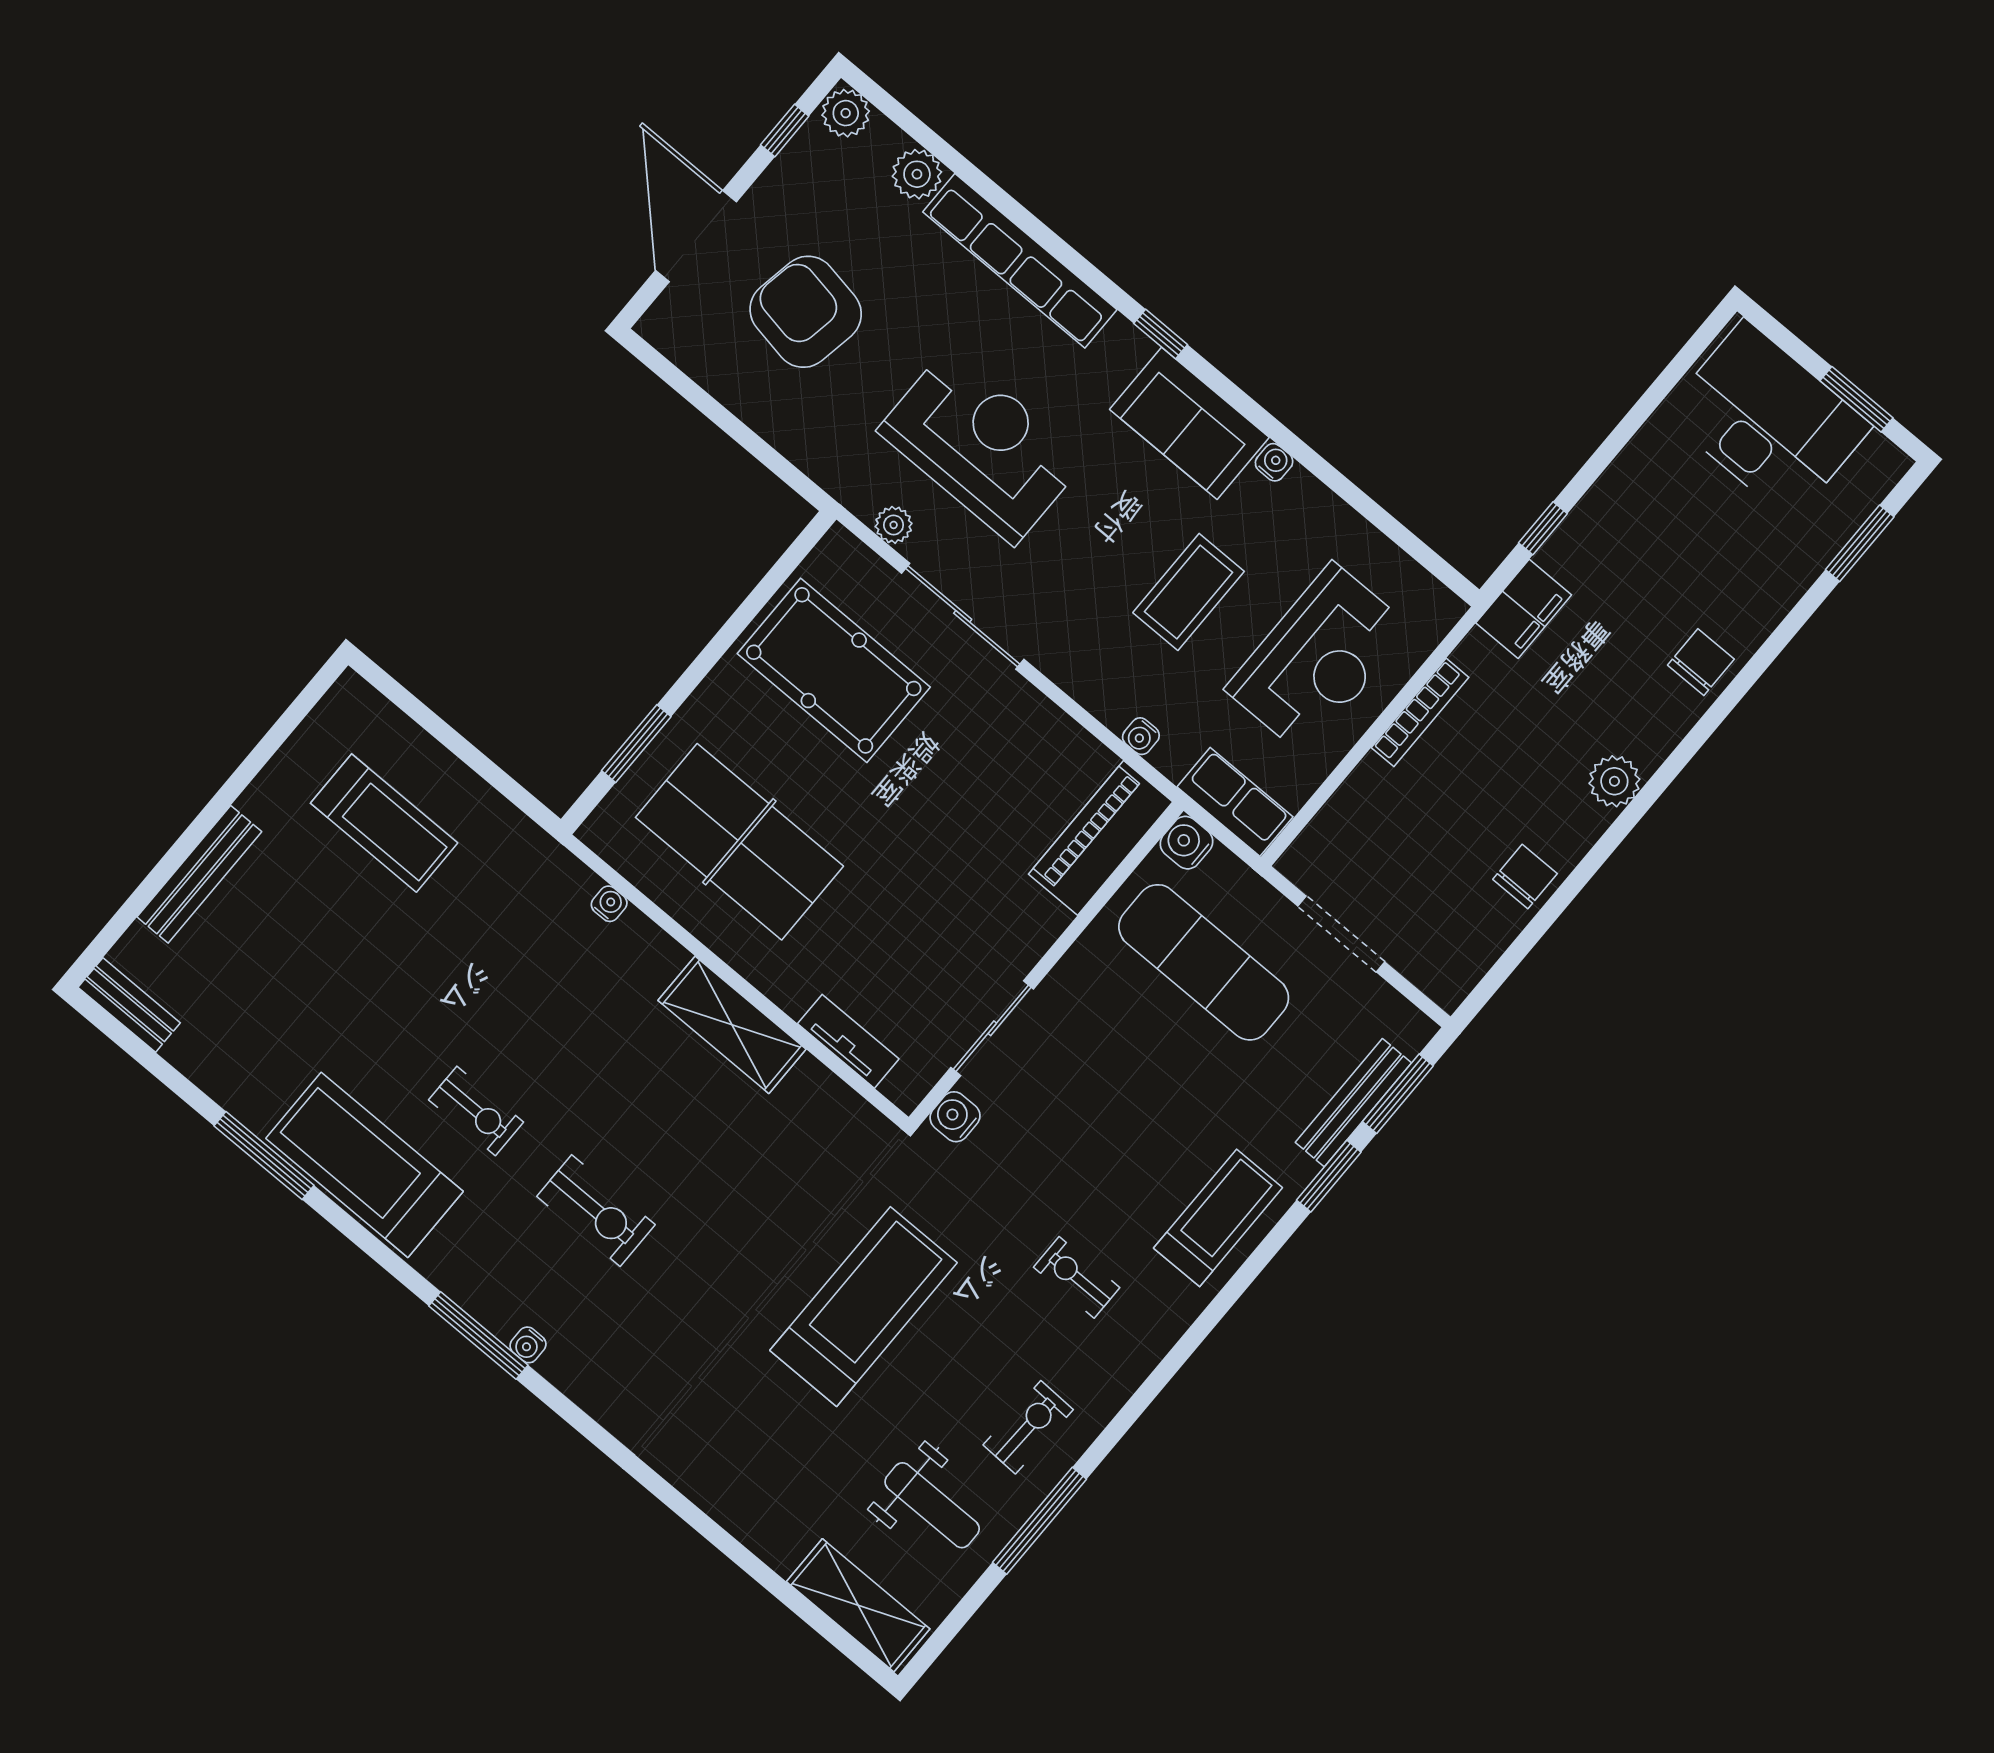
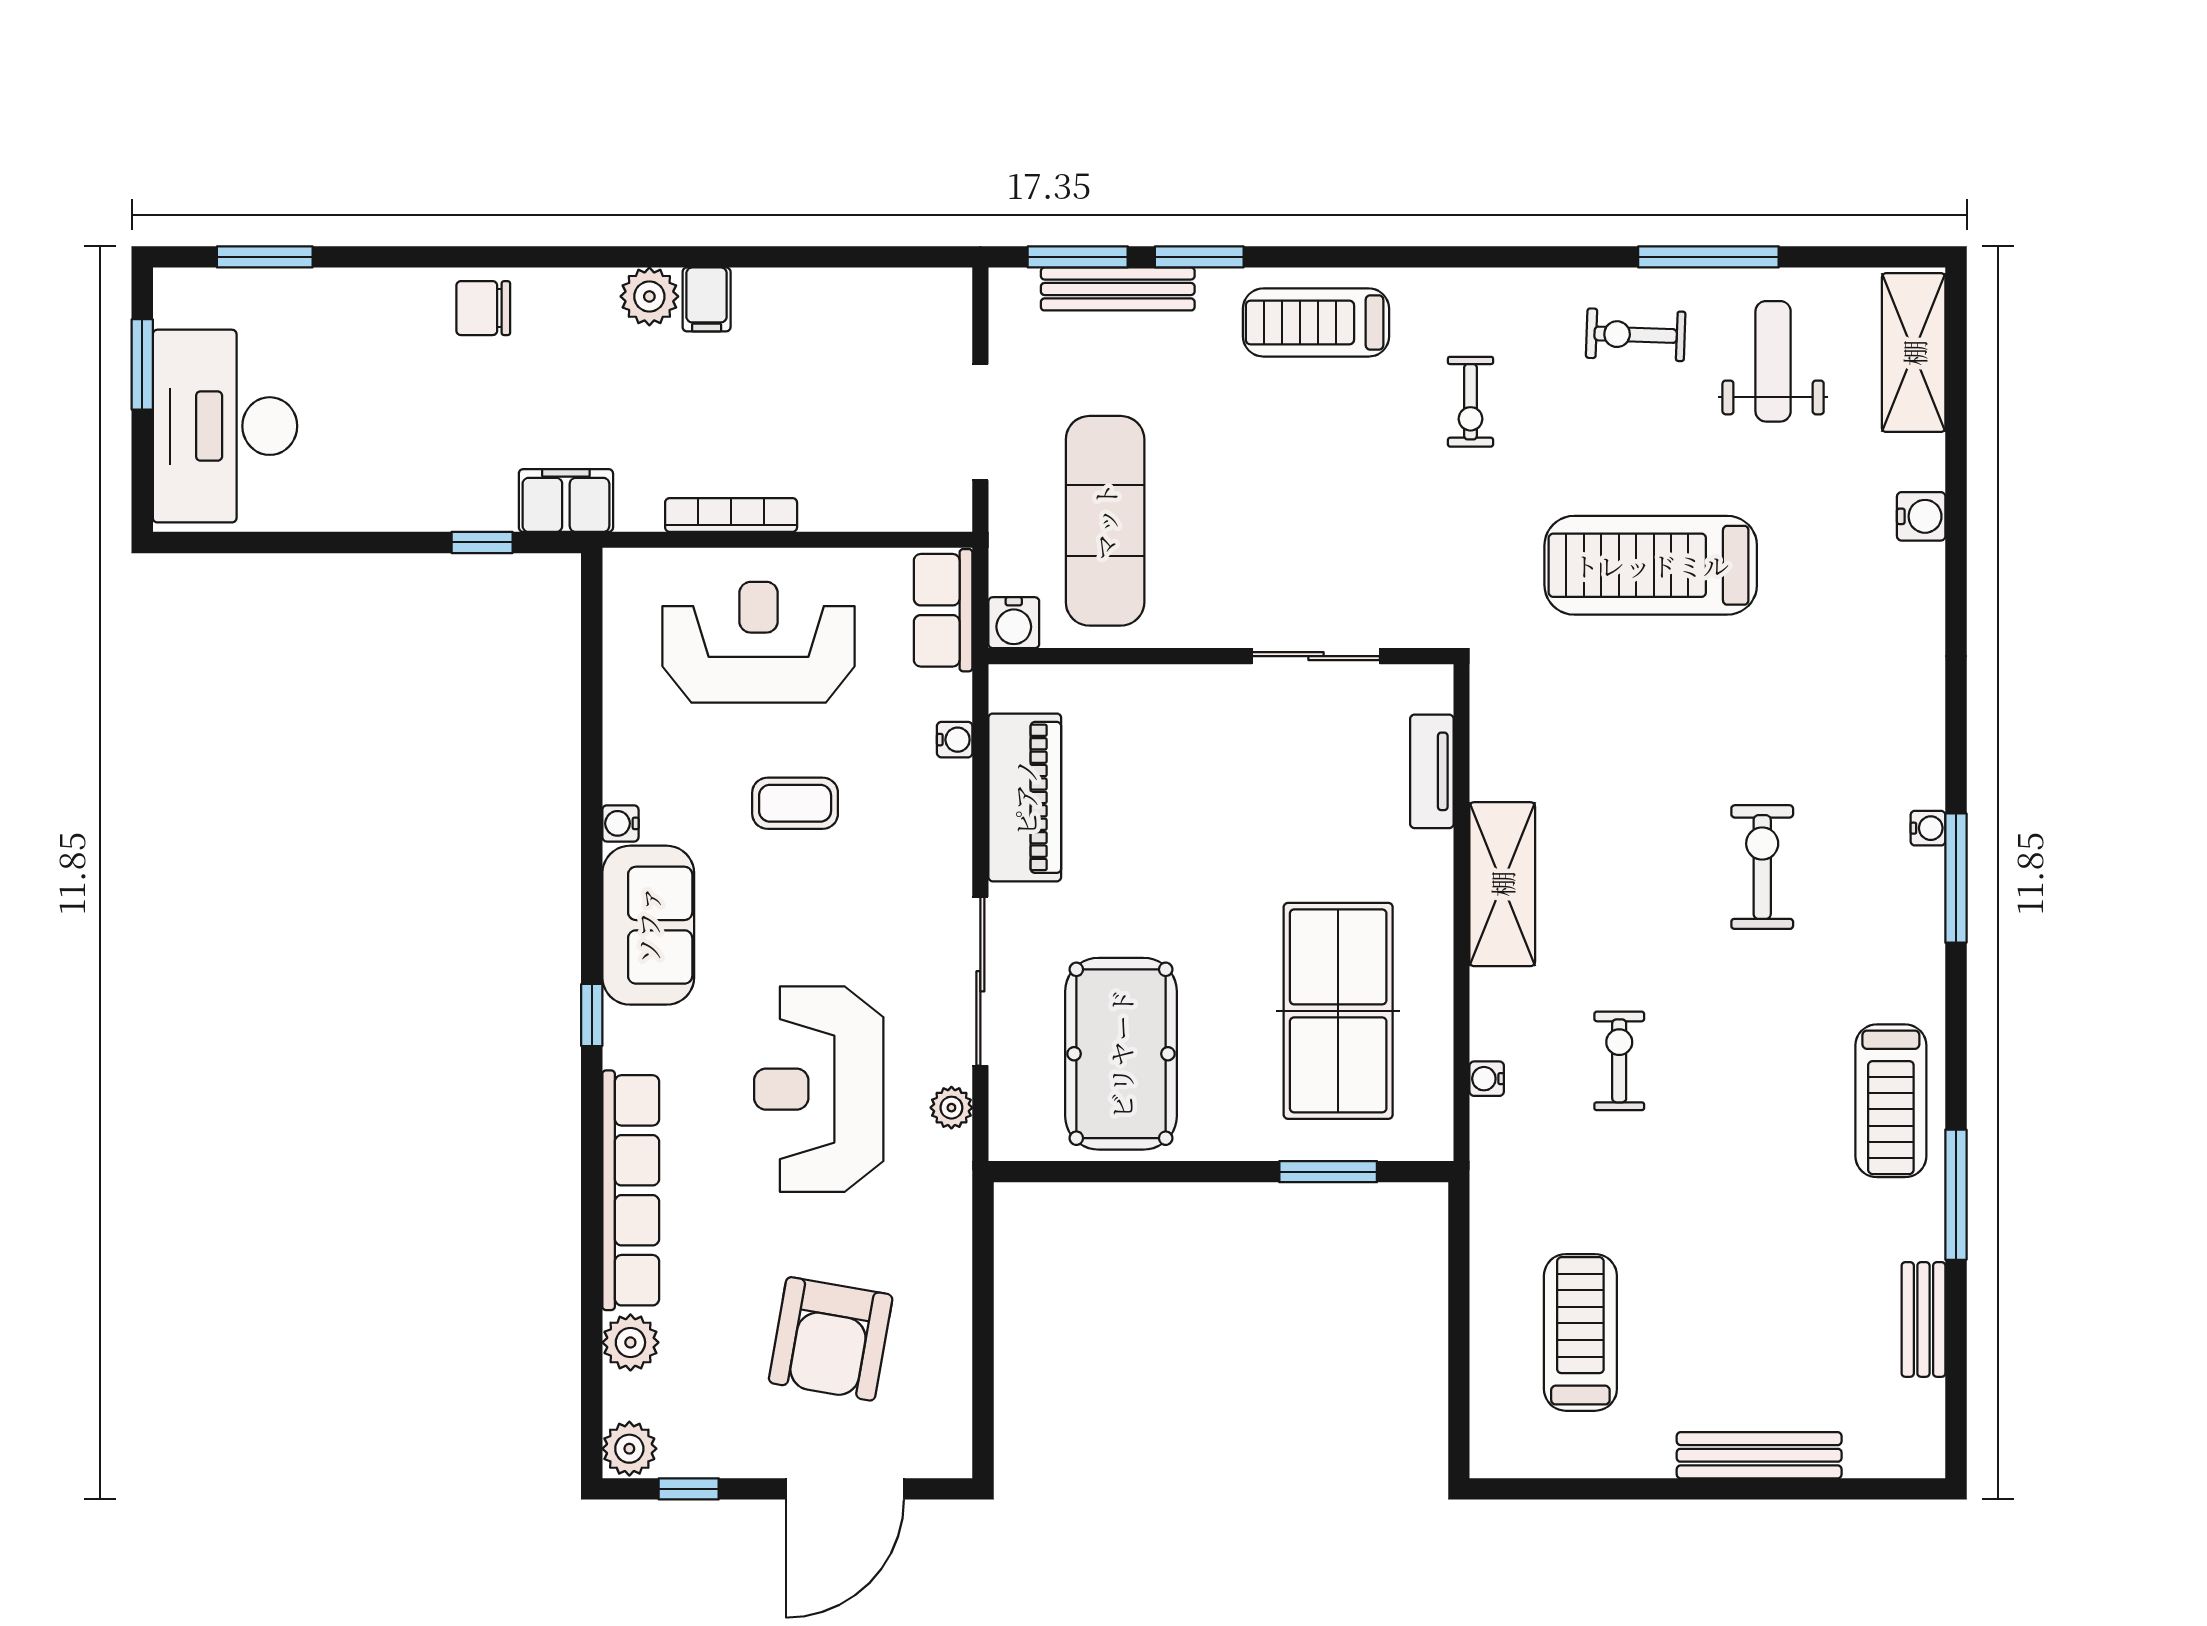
coffee table: (1189, 592) -> (795, 803), width x0.73, depth x0.77
filing cabinet: (1580, 818) -> (707, 299), added
piano: (1101, 838) -> (1025, 797), moved, turned -90
chair: (1525, 876) -> (797, 305), removed
bench: (129, 1005) -> (1923, 1319), moved
exercise bike: (476, 1111) -> (1619, 1061), moved
water cooler: (955, 1117) -> (1921, 516), moved, turned -90
treadmill: (365, 1165) -> (1891, 1101), width x0.73, depth x0.73

